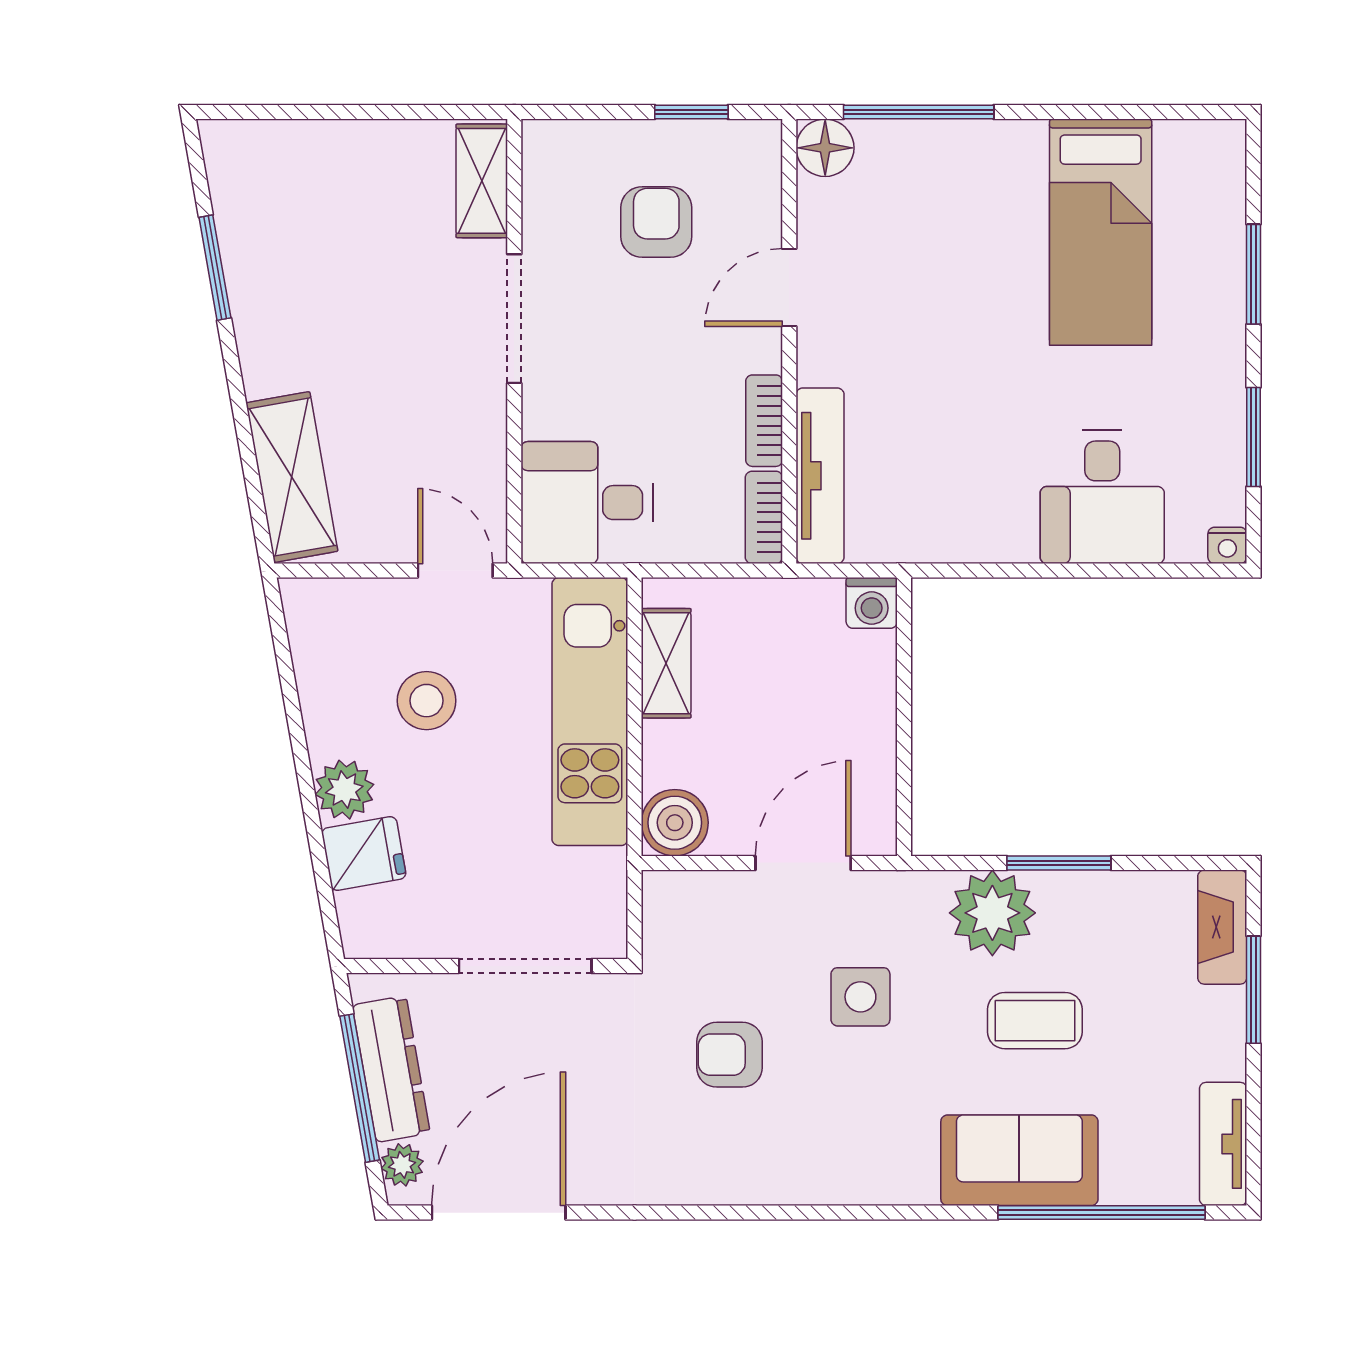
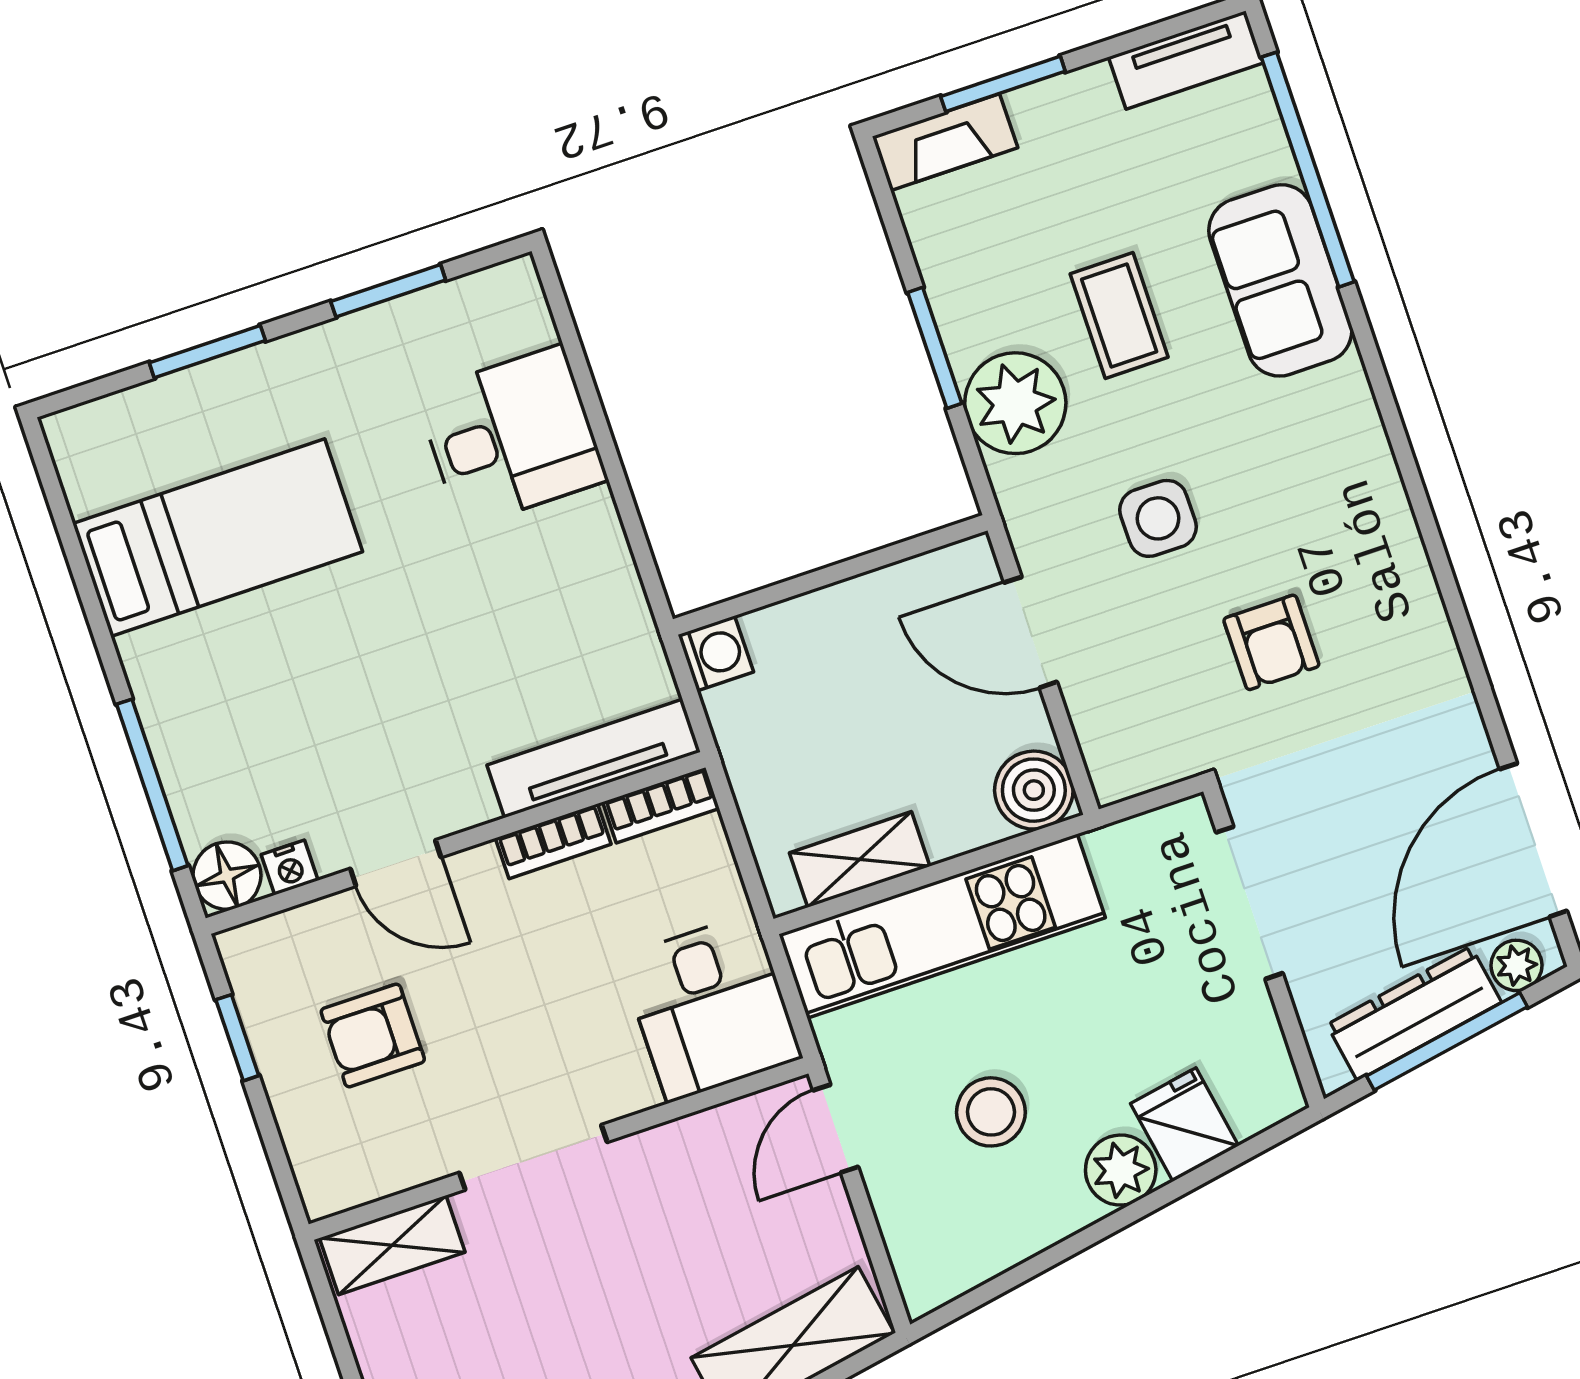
nightstand: (1227, 545) -> (290, 868), moved, turned 90
door: (499, 1213) -> (1533, 840), hinge flipped

